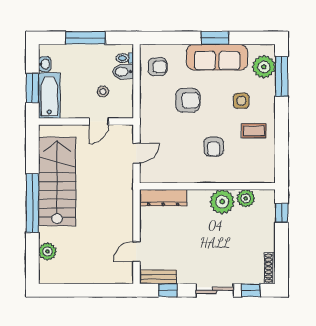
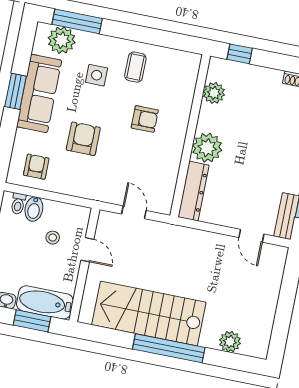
plant: (222, 202) -> (207, 148), moved

